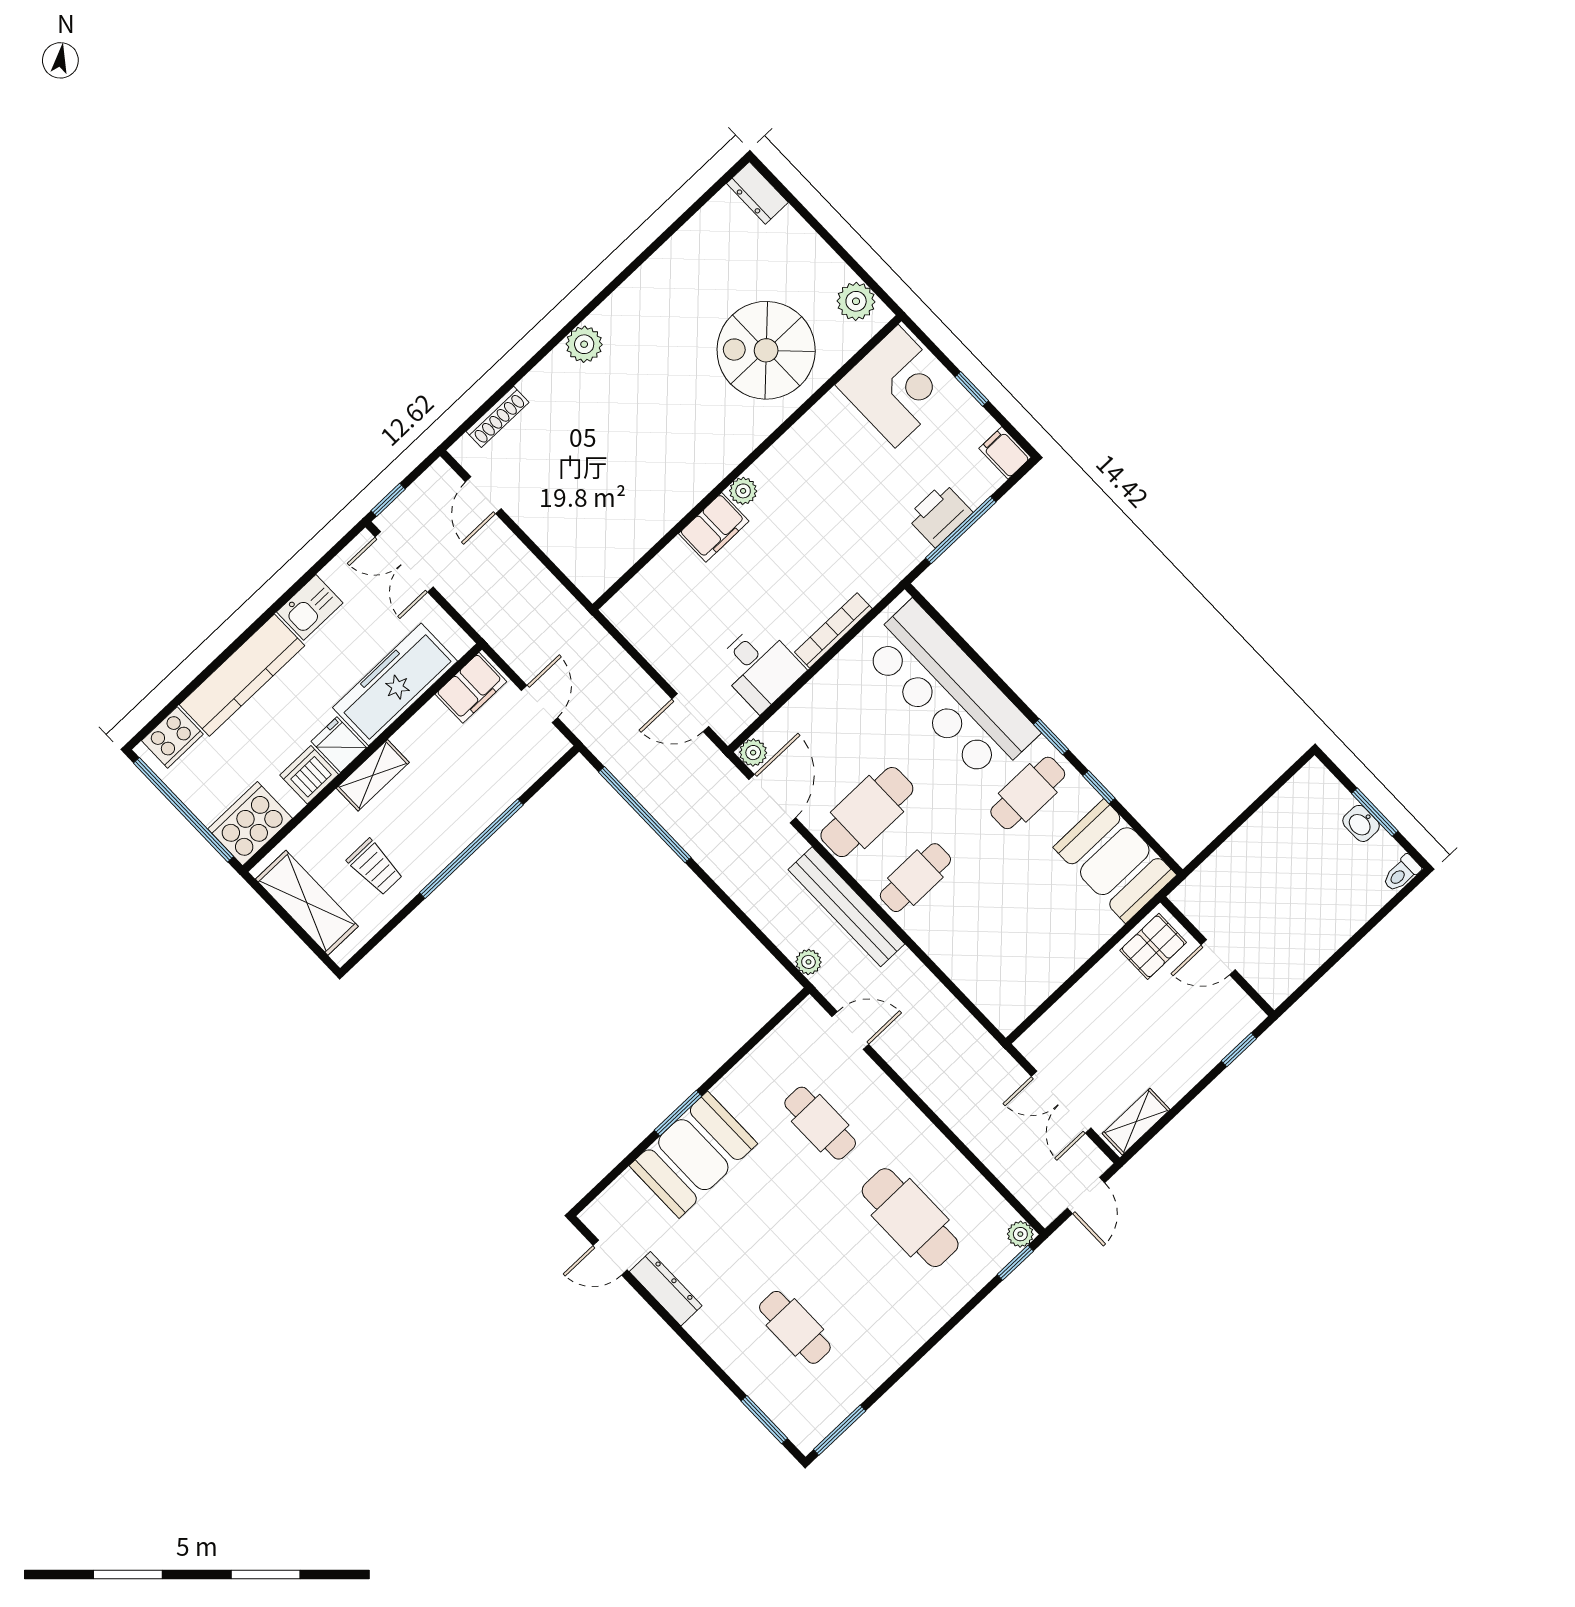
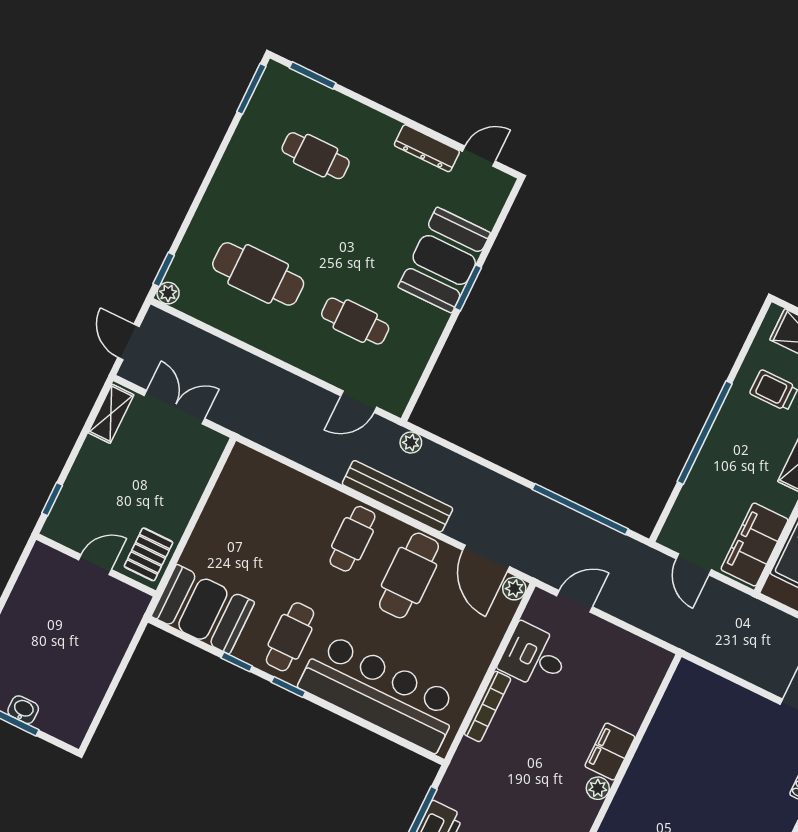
filing cabinet: (471, 688) -> (754, 544), width x1.50, depth x1.17

